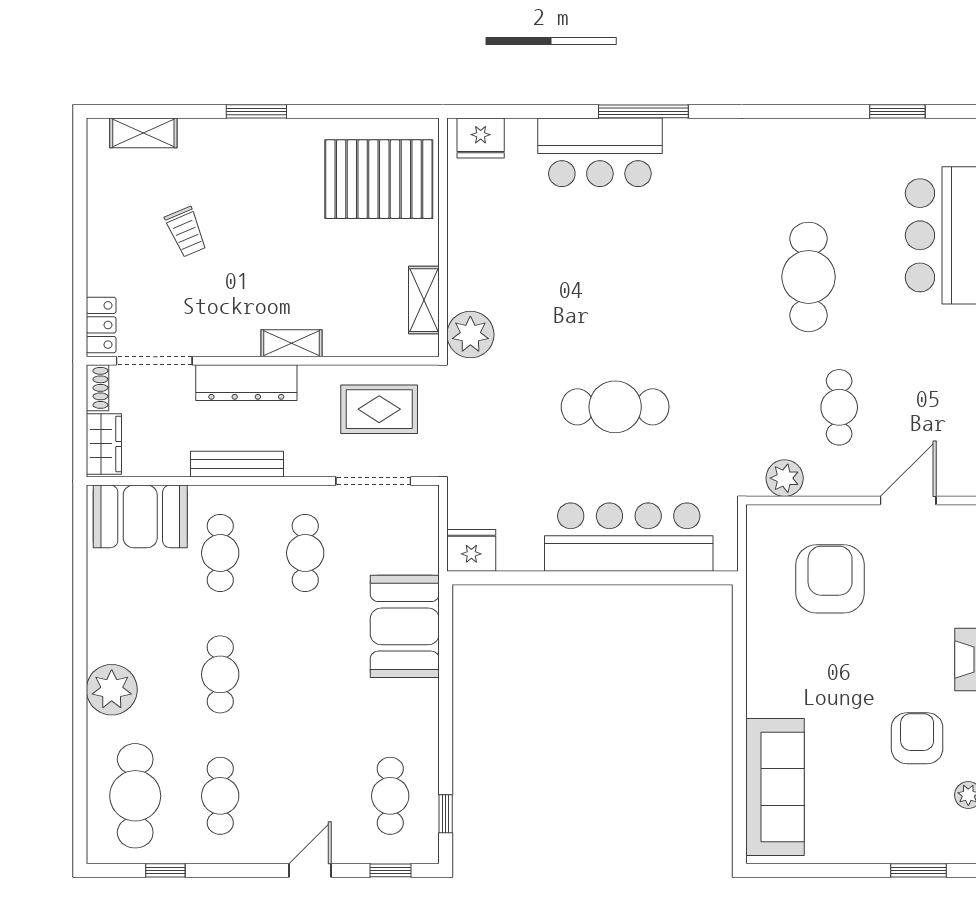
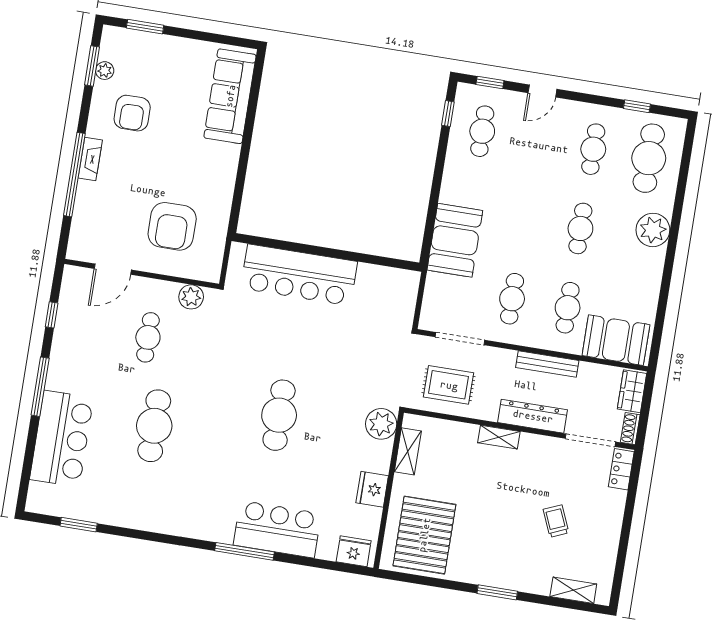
pallet: (379, 179) -> (424, 535), turned 90
cafe table: (615, 407) -> (279, 415), moved, turned 90
fridge: (471, 550) -> (372, 489), moved, turned 90

